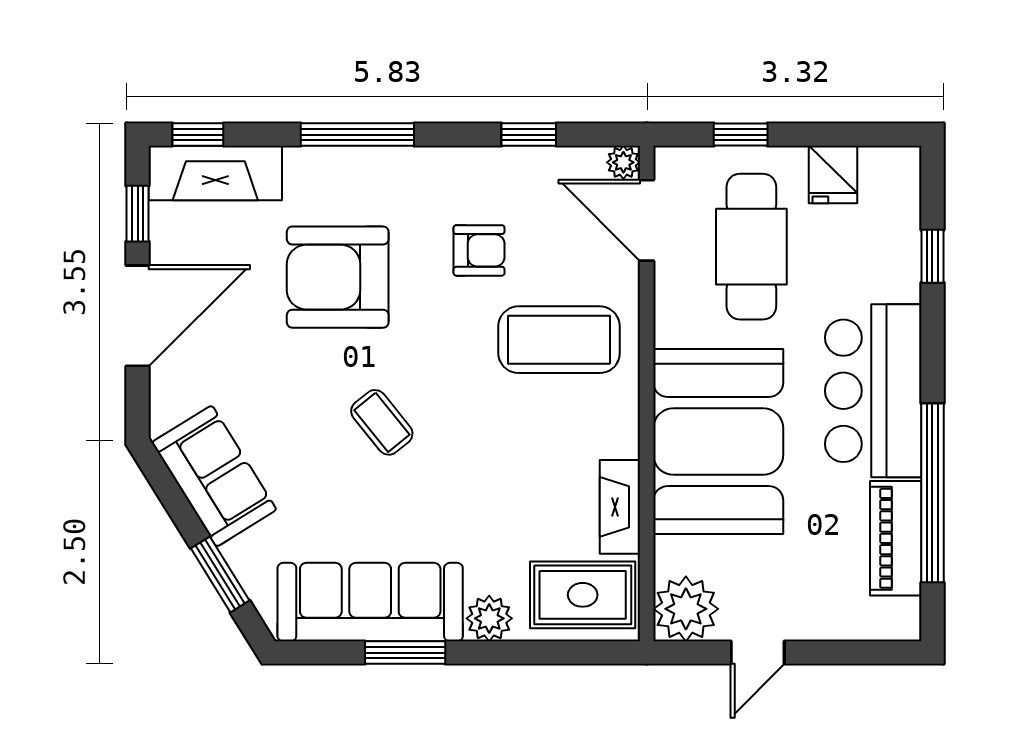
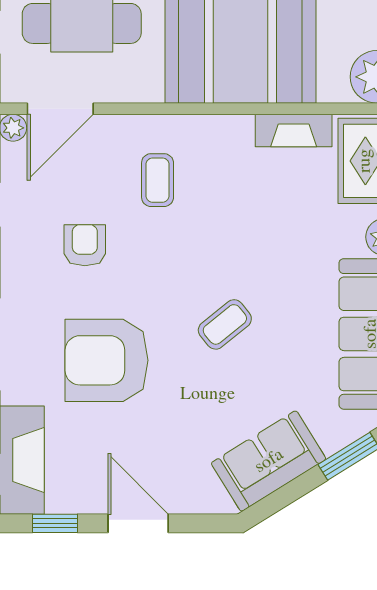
armchair: (338, 277) -> (106, 360), turned 90
door: (138, 316) -> (138, 523), width x0.73
coffee table: (559, 340) -> (158, 180), width x0.54, depth x0.58

